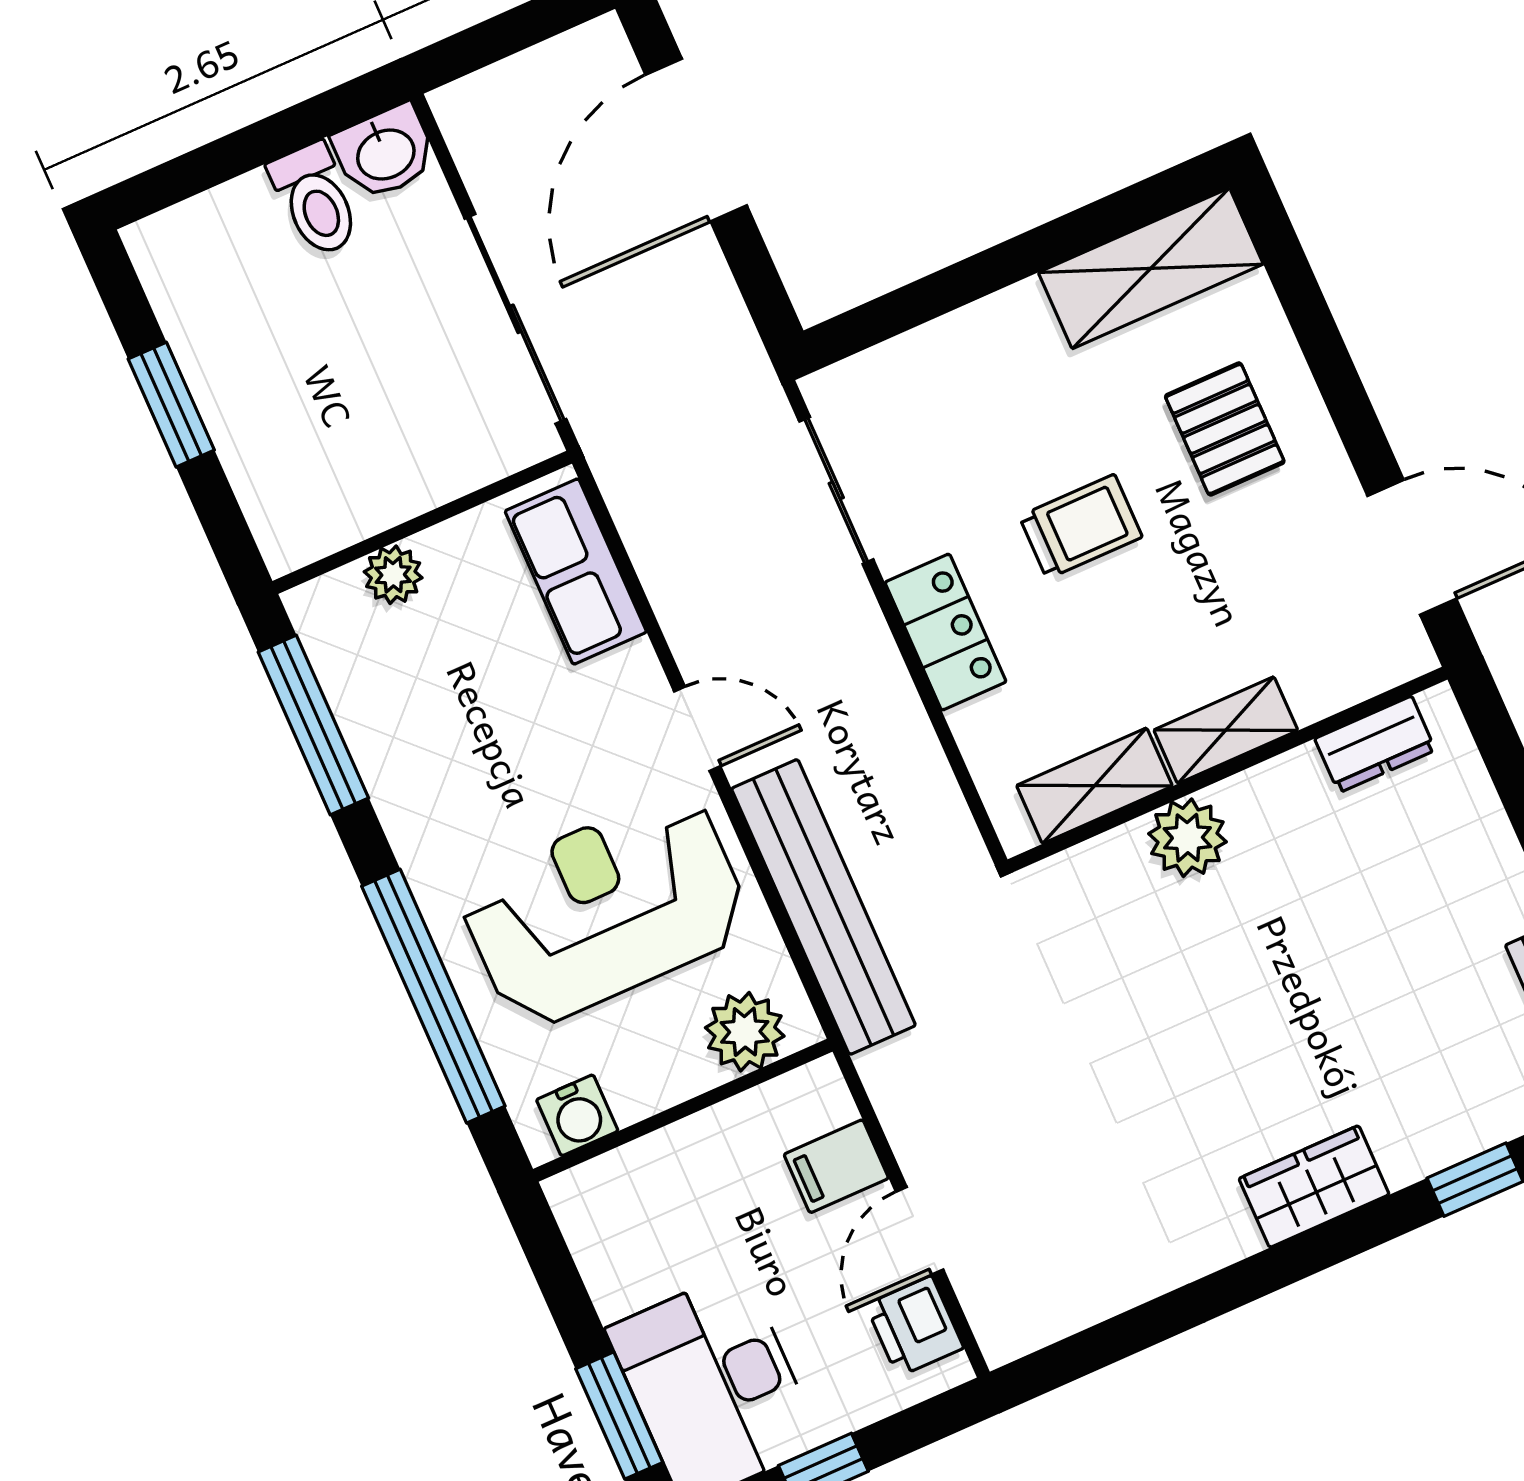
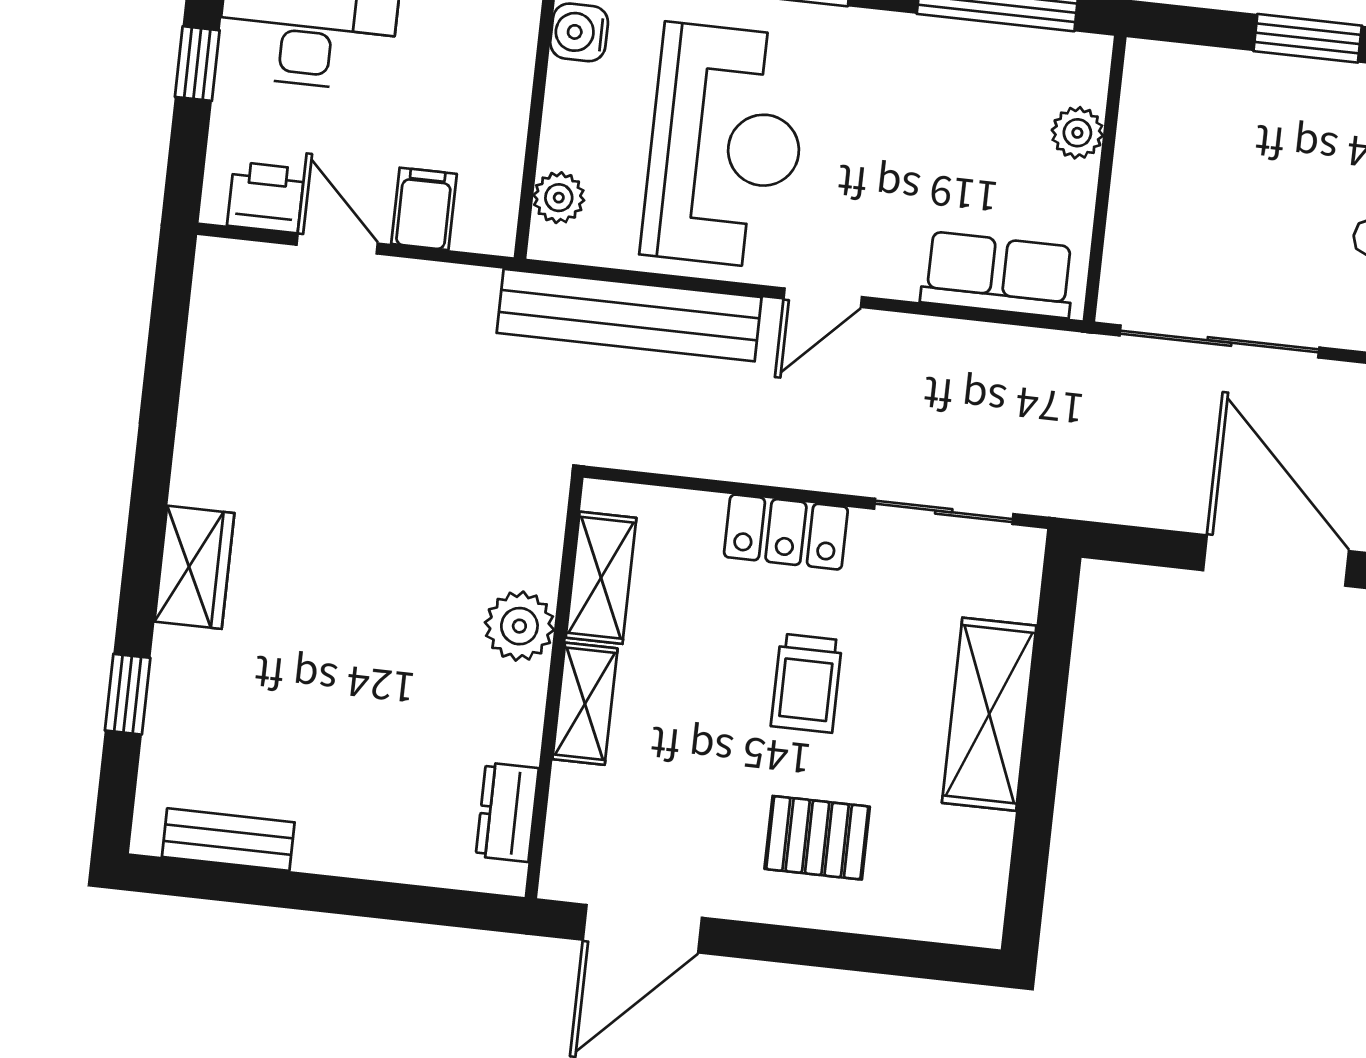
shelving: (1151, 268) -> (989, 714), moved
plant: (745, 1032) -> (559, 198), width x0.73, depth x0.73

